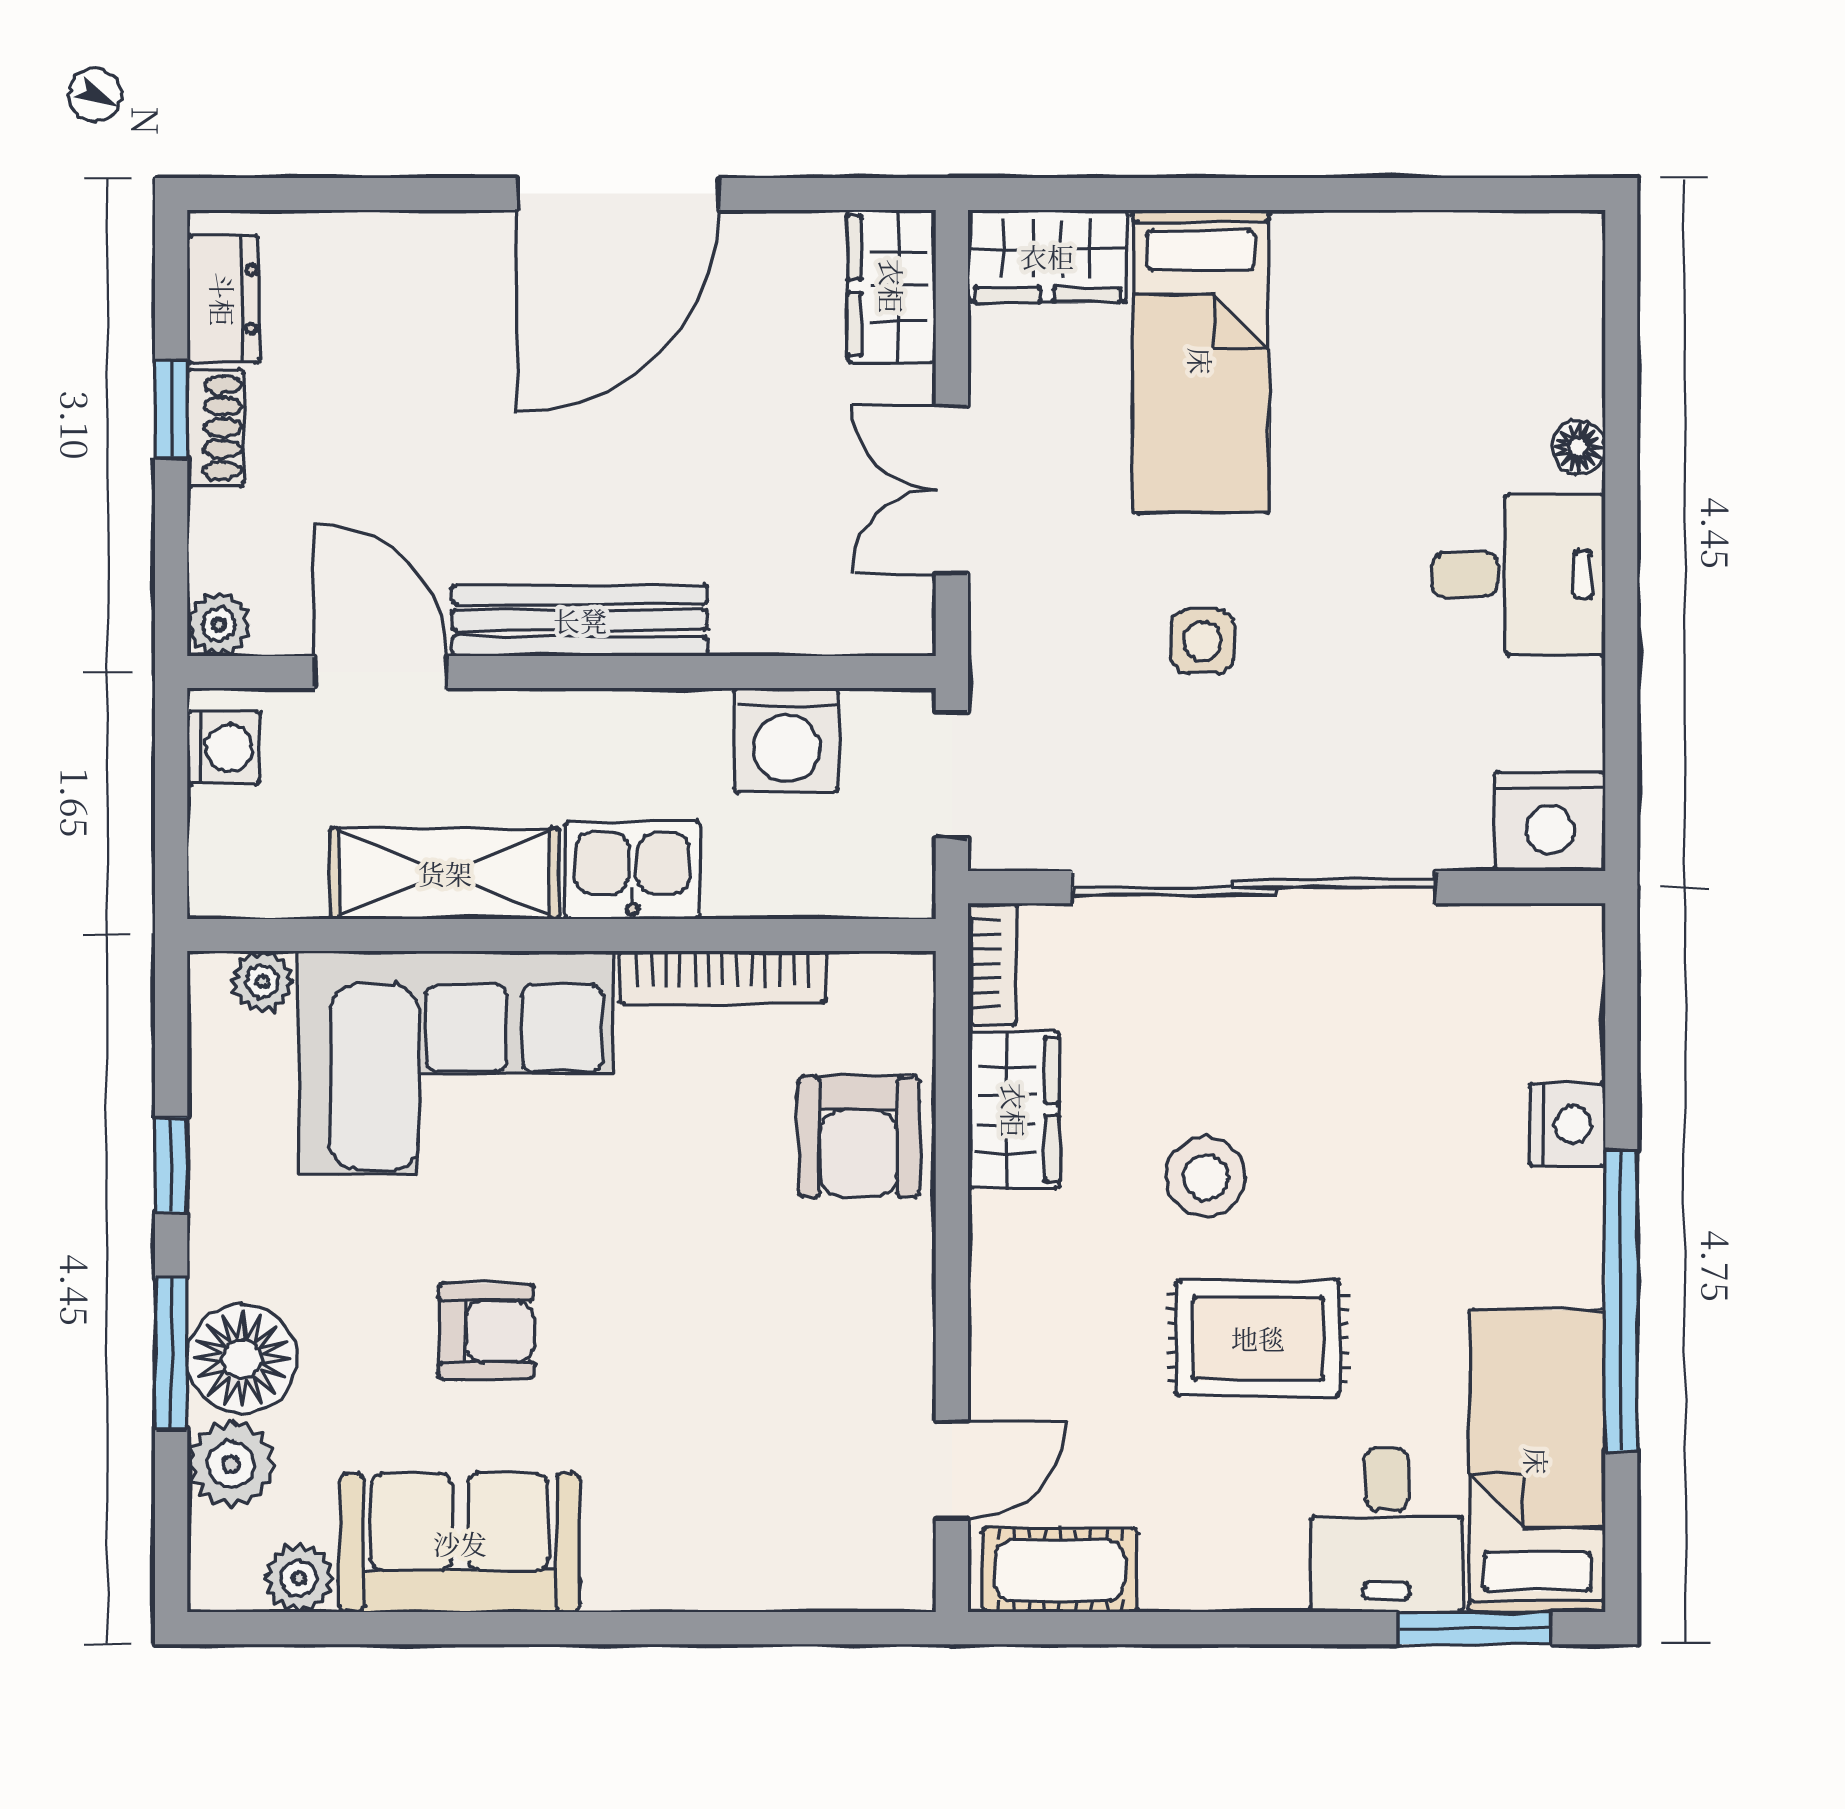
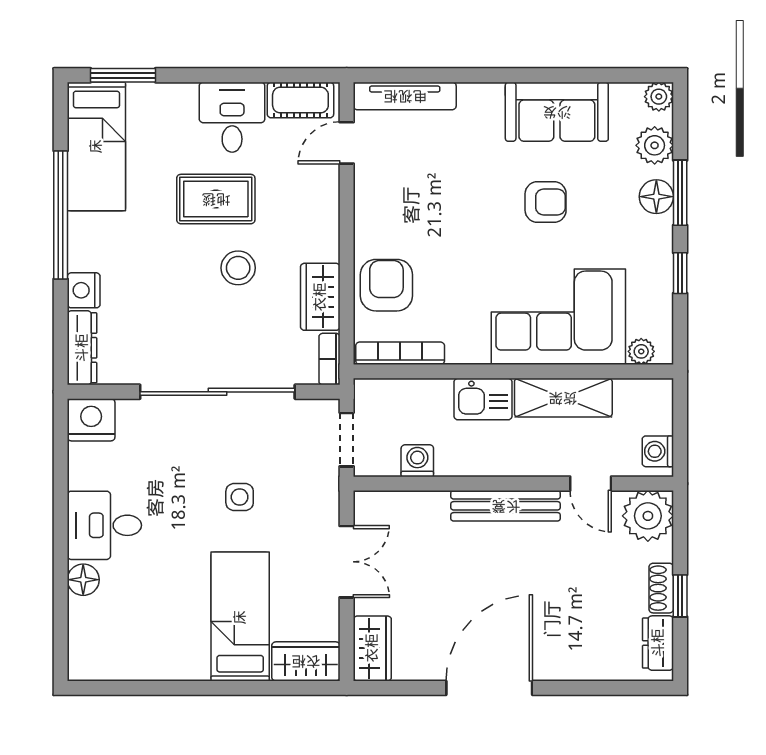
floor lamp: (1578, 447) -> (83, 580), width x1.37, depth x1.37
plant: (219, 624) -> (648, 516), width x1.87, depth x1.87
door: (381, 672) -> (591, 484), width x0.73
washing machine: (786, 740) -> (417, 461), width x0.73, depth x0.73
bookcase: (723, 977) -> (400, 353), moved
dresser: (1571, 990) -> (82, 348), added
armchair: (486, 1331) -> (546, 202), turned 180
floor lamp: (242, 1359) -> (656, 197), width x0.73, depth x0.73
desk: (1387, 1530) -> (232, 117), moved
plant: (299, 1578) -> (659, 97), moved
tv unit: (816, 1580) -> (405, 96), added

